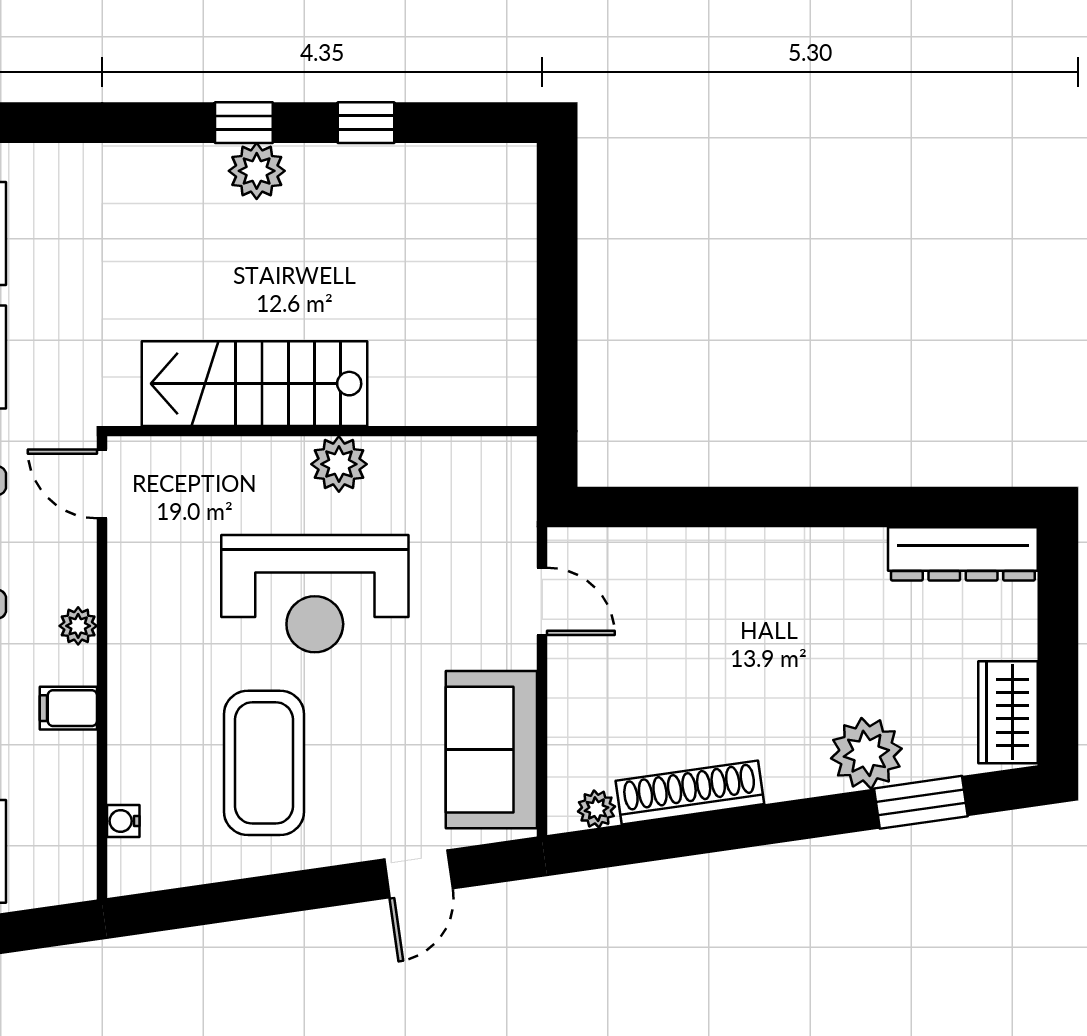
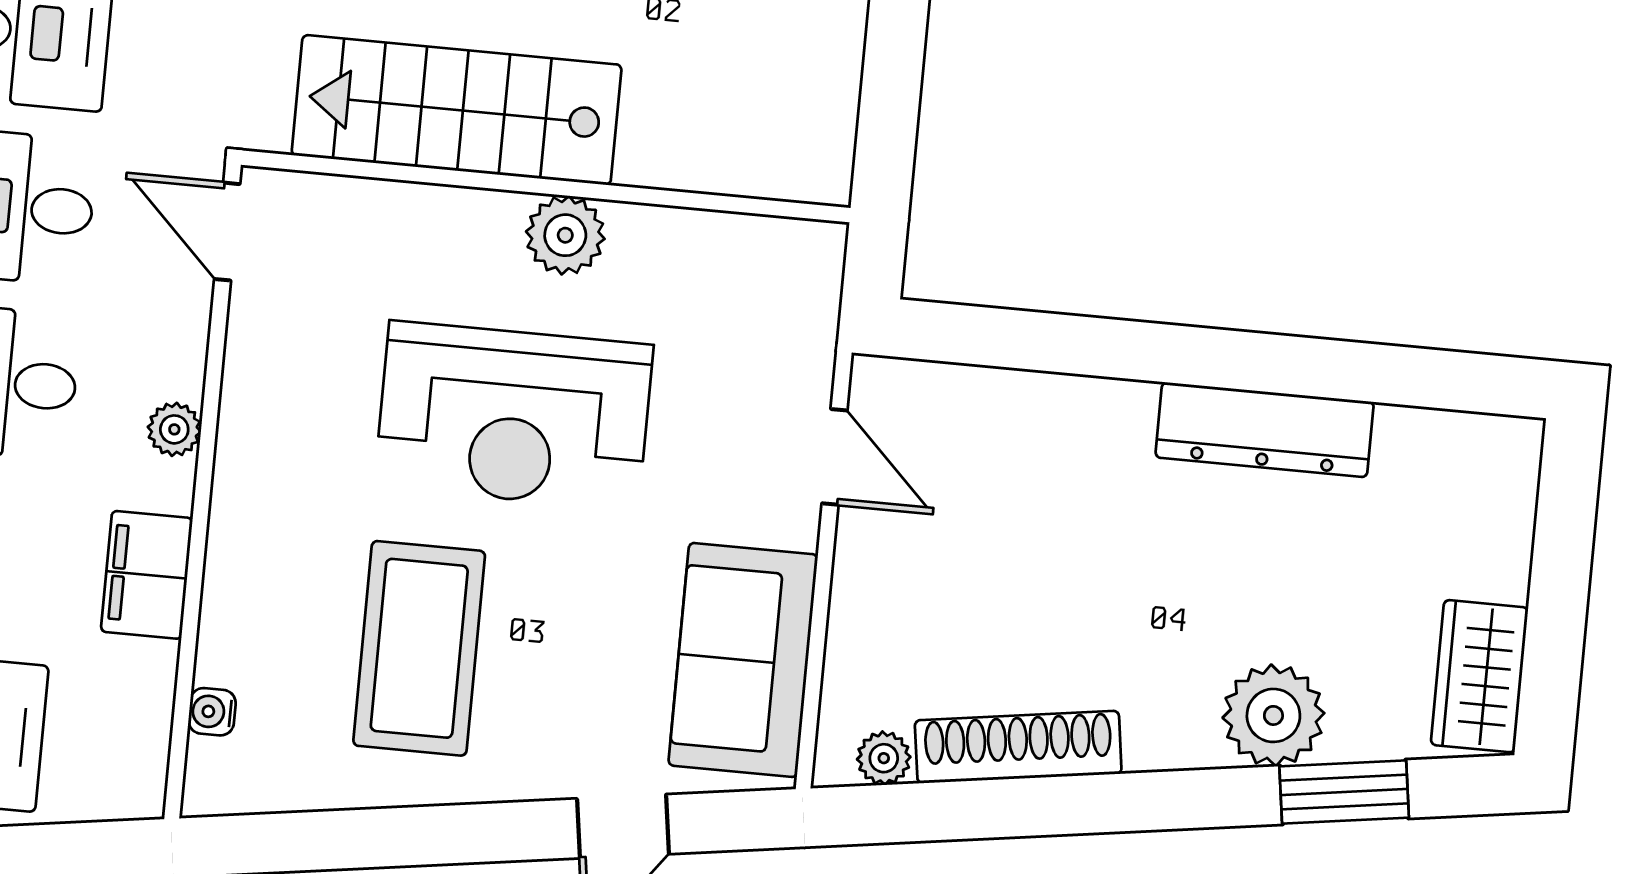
dresser: (963, 554) -> (1265, 430), moved
filing cabinet: (68, 708) -> (147, 575), width x2.00

